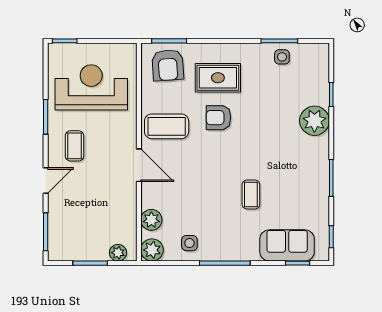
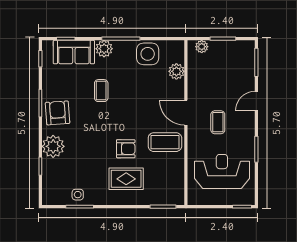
armchair: (168, 65) -> (58, 113), moved
reception desk: (91, 87) -> (222, 172), turned 180
coffee table: (74, 146) -> (218, 122), moved
side table: (189, 243) -> (148, 54), width x1.87, depth x1.87
plant: (152, 250) -> (104, 49), moved

